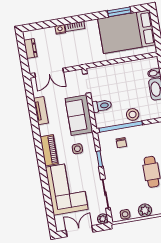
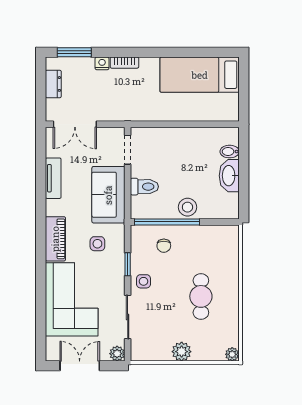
window: (119, 12) -> (74, 52), moved
bed: (127, 32) -> (200, 75), width x0.67
side table: (125, 214) -> (144, 281), moved

